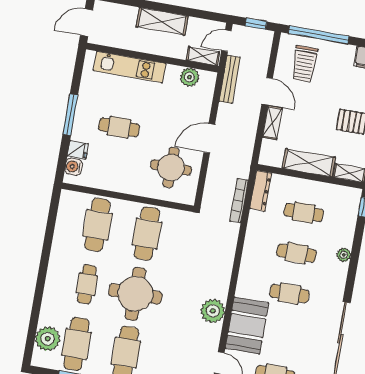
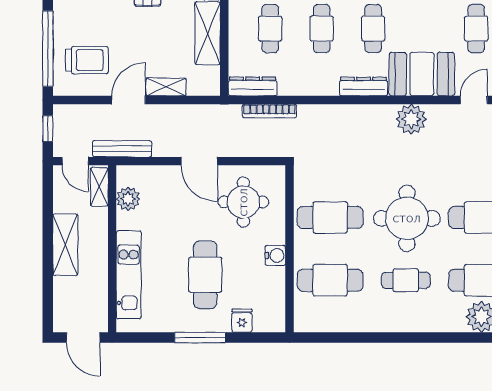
cafe table: (119, 127) -> (205, 275), width x1.37, depth x1.35
water cooler: (74, 167) -> (275, 255), moved, turned -90
dresser: (245, 278) -> (364, 86), added

